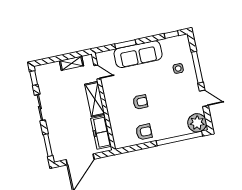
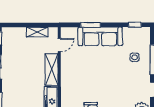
door: (97, 72) -> (59, 45), hinge flipped
armchair: (140, 102) -> (93, 81), removed

